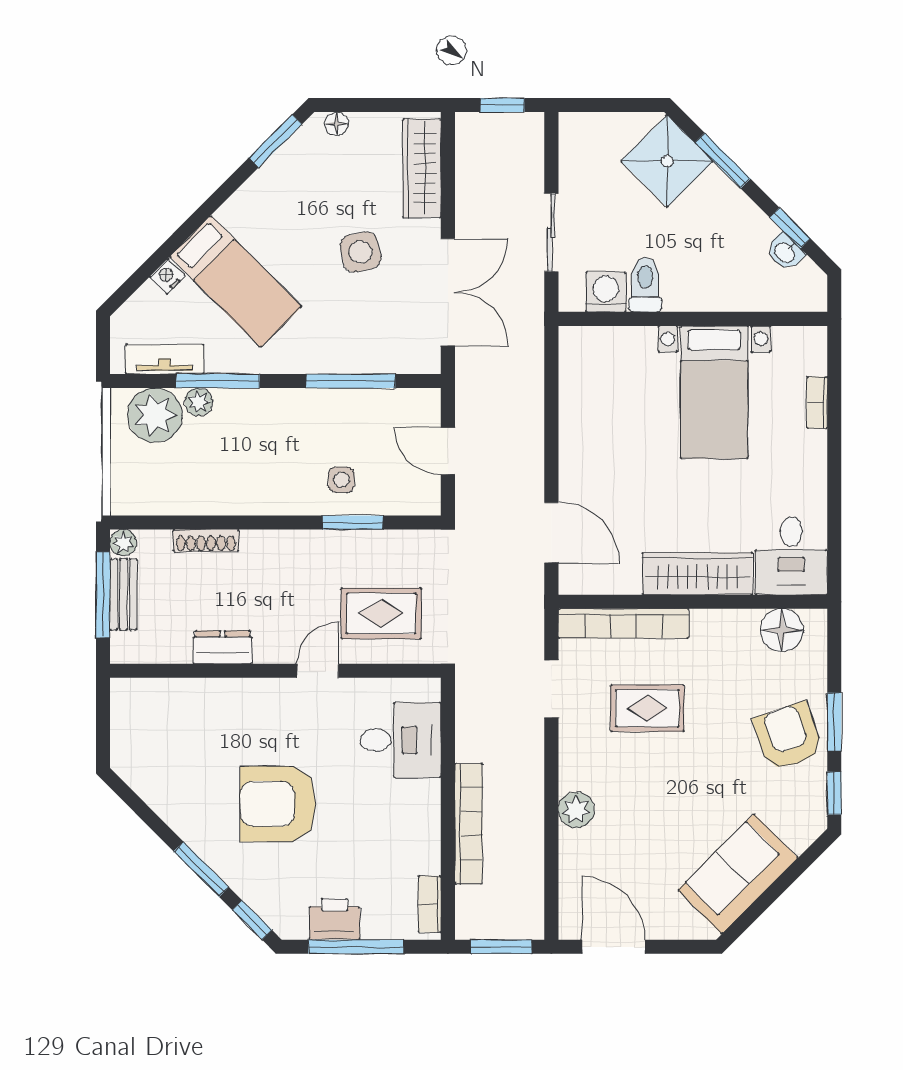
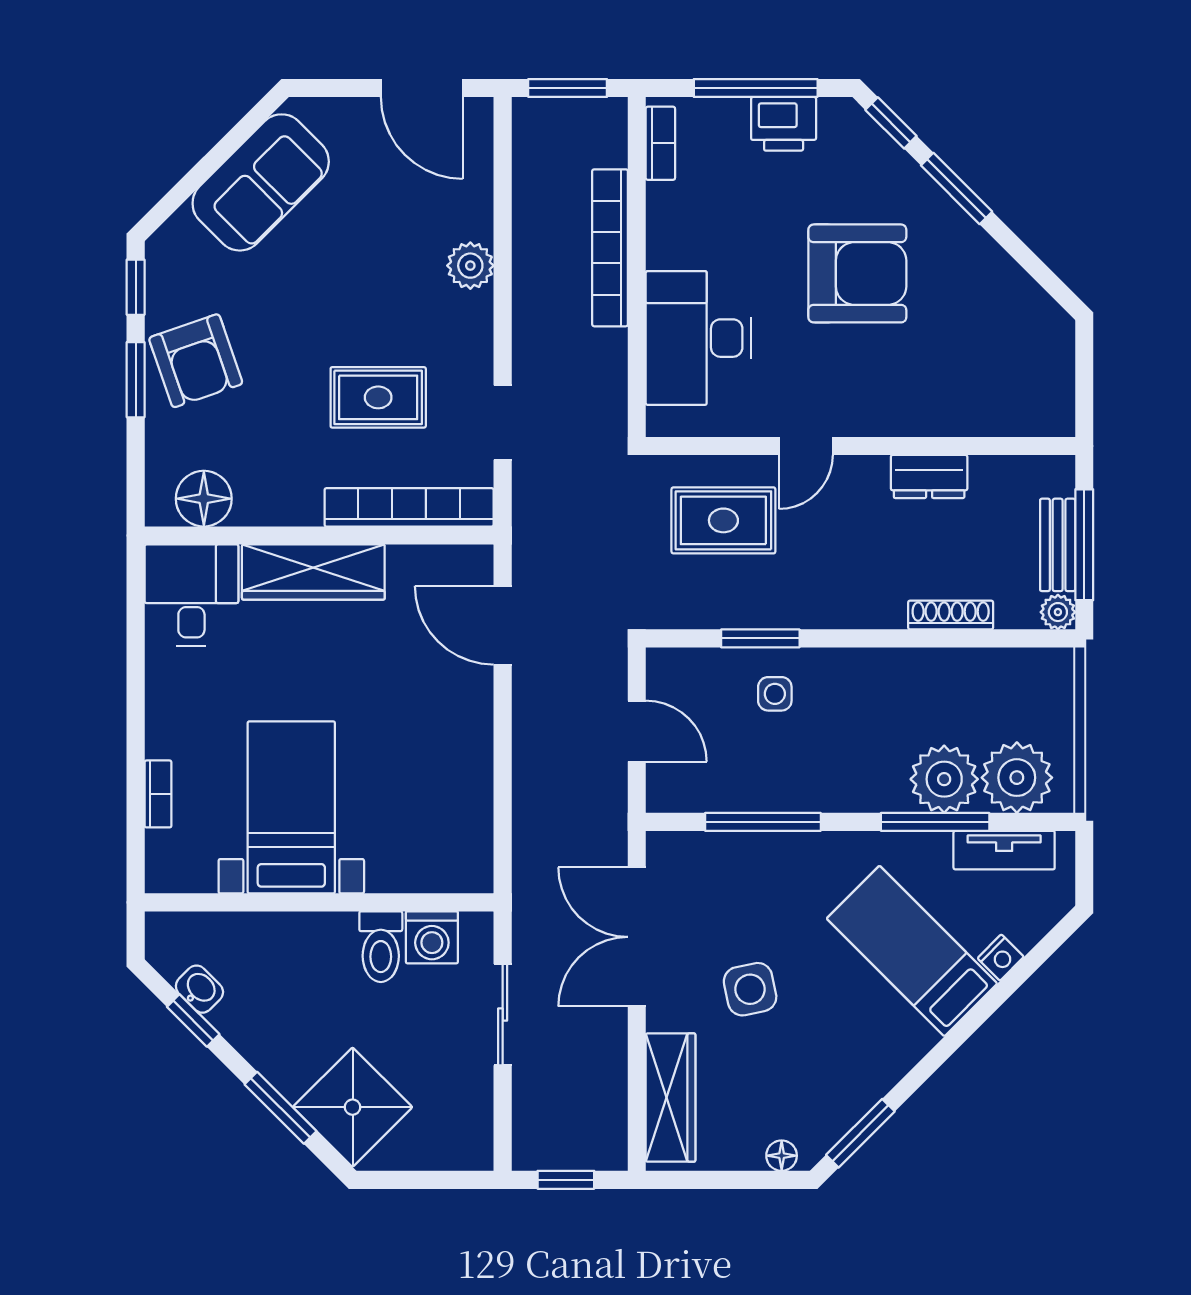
plant: (199, 402) -> (944, 779), width x1.88, depth x1.88
desk: (400, 740) -> (698, 338), width x1.37

